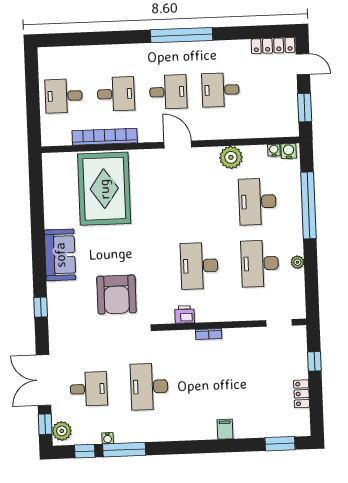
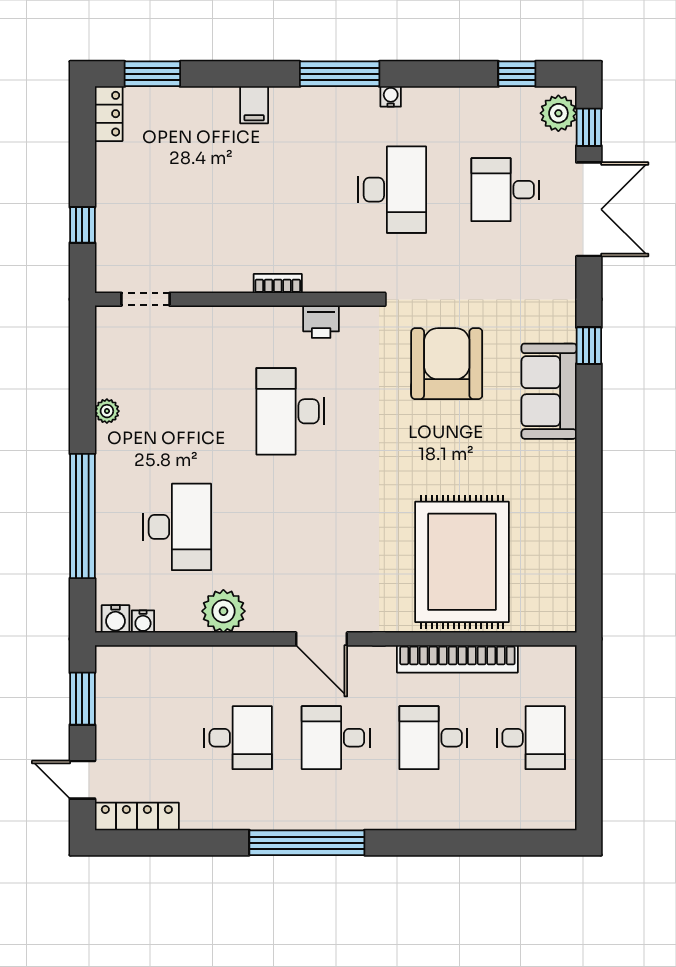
sofa: (60, 255) -> (549, 391), moved
desk: (260, 263) -> (177, 411), removed
desk: (199, 266) -> (290, 411), turned 180
locker: (302, 394) -> (109, 114), moved
water cooler: (108, 438) -> (391, 96), moved
window: (124, 450) -> (340, 74), moved

